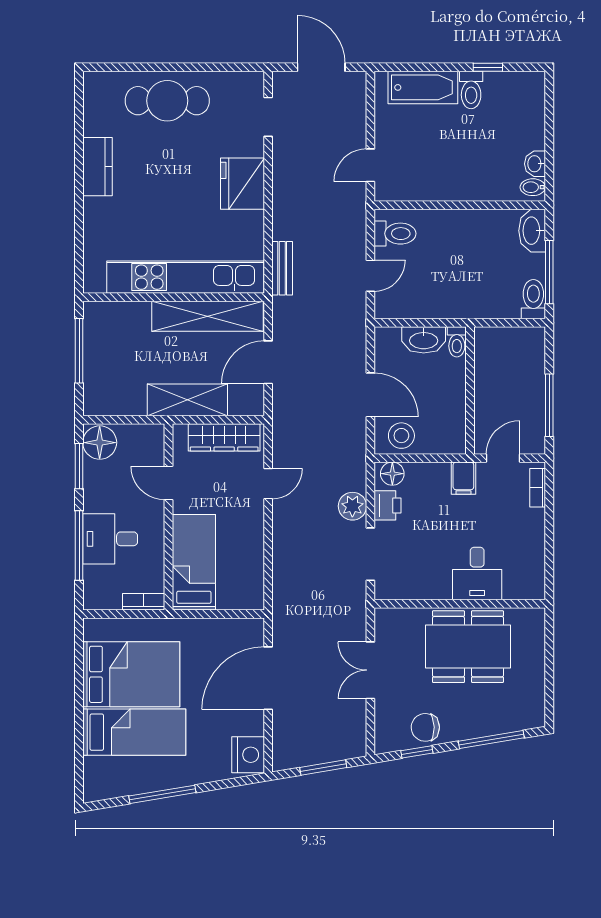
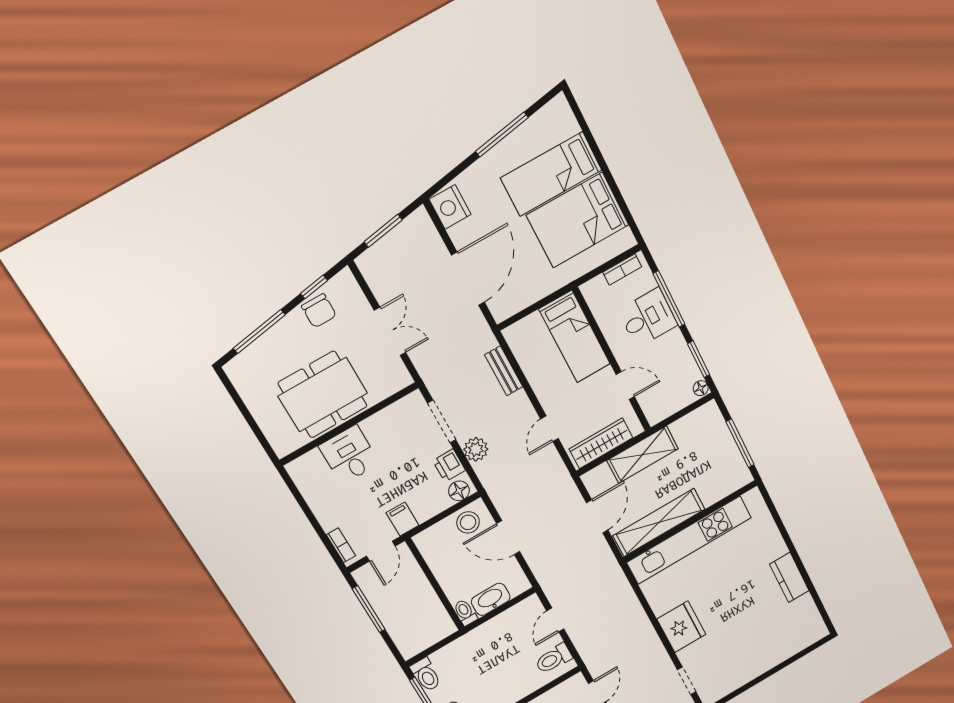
cafe table: (167, 101) -> (762, 649), removed
bench: (282, 268) -> (504, 371), moved
floor lamp: (100, 443) -> (701, 388), width x0.53, depth x0.53
bookcase: (144, 602) -> (622, 270), moved
chair: (425, 727) -> (319, 311), turned 91

